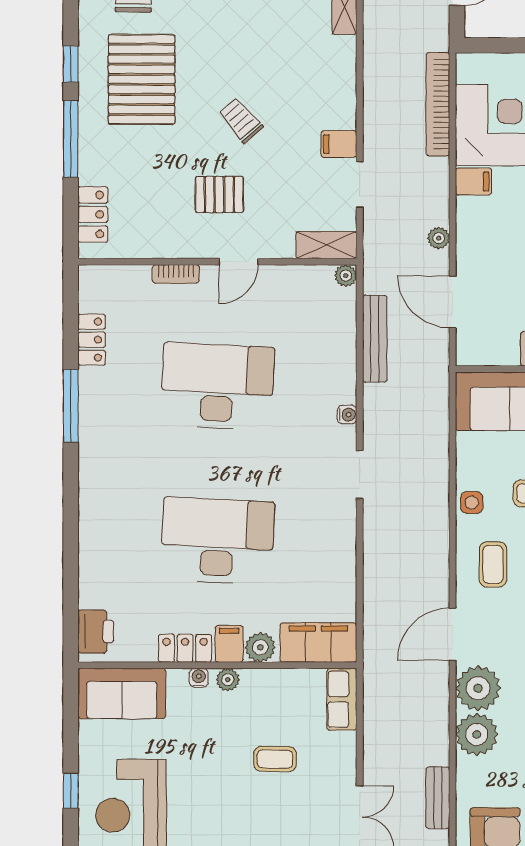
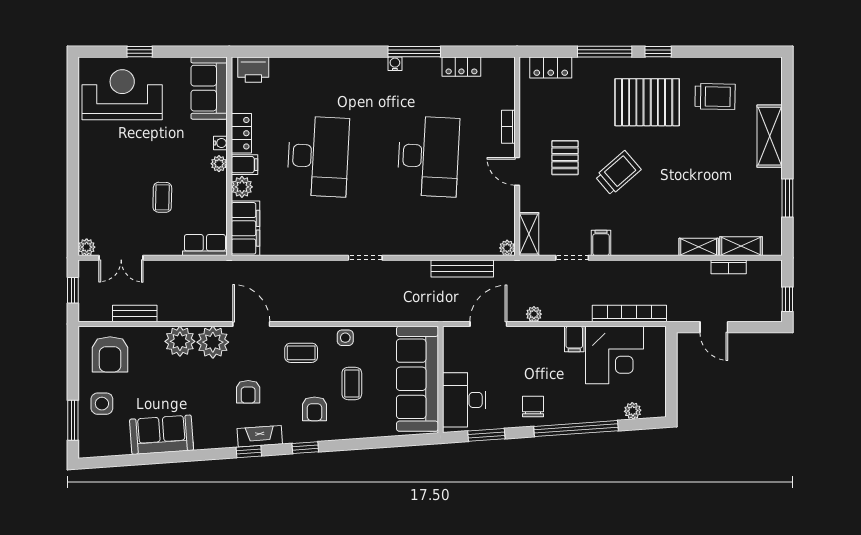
trolley: (241, 120) -> (618, 173), width x1.36, depth x1.39
water cooler: (347, 415) -> (395, 64), moved, turned 180

